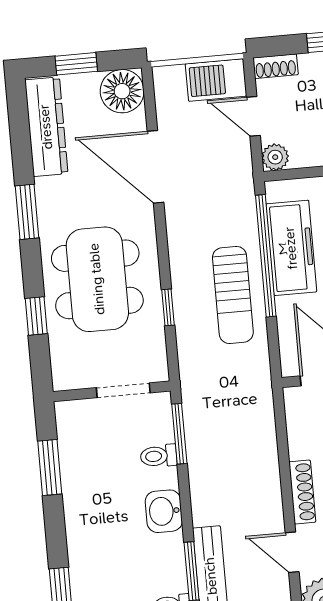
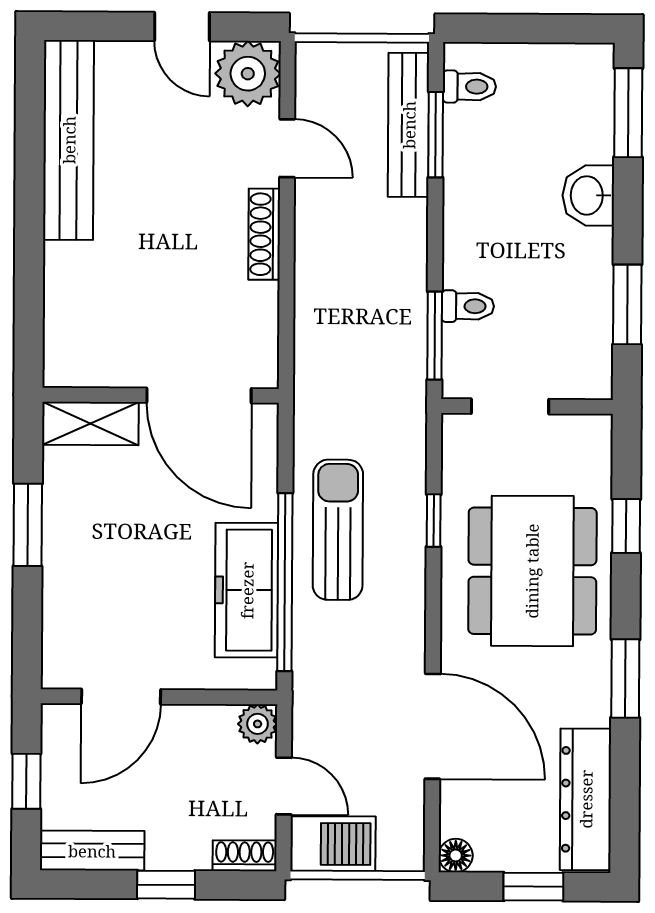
floor lamp: (122, 91) -> (456, 855), width x0.53, depth x0.53
washbasin: (164, 511) -> (588, 195), moved, turned 180

